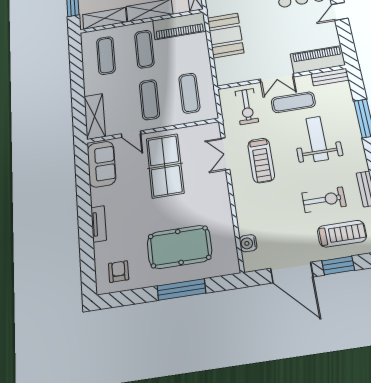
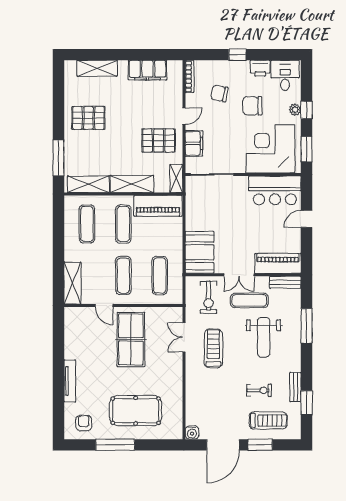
booth: (225, 35) -> (200, 252), moved
weight bench: (317, 139) -> (264, 337), turned 180
treadmill: (261, 160) -> (213, 348), turned 180
sofa: (101, 164) -> (76, 329), removed
exercise bike: (324, 200) -> (259, 390), width x0.73, depth x0.72
tv unit: (99, 224) -> (70, 381), width x1.41
water cooler: (248, 243) -> (192, 433), moved, turned -90
door: (292, 273) -> (223, 445), hinge flipped
window: (181, 290) -> (115, 445), moved

